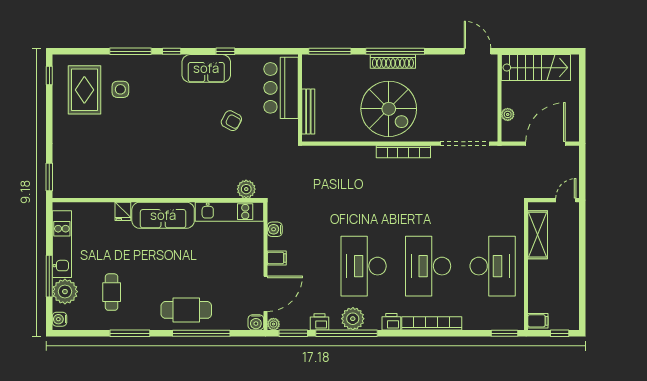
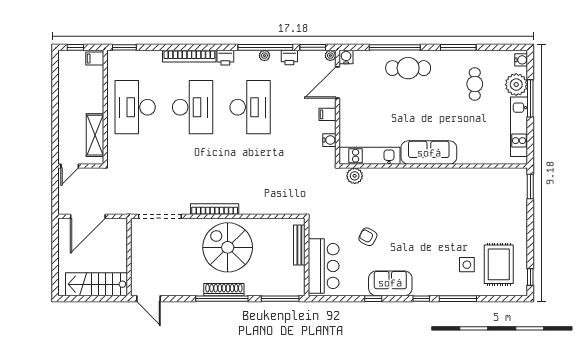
plant: (508, 114) -> (122, 242), removed
fridge: (123, 211) -> (465, 156), removed
plant: (353, 319) -> (264, 56), width x0.53, depth x0.53

